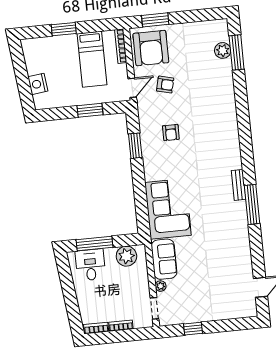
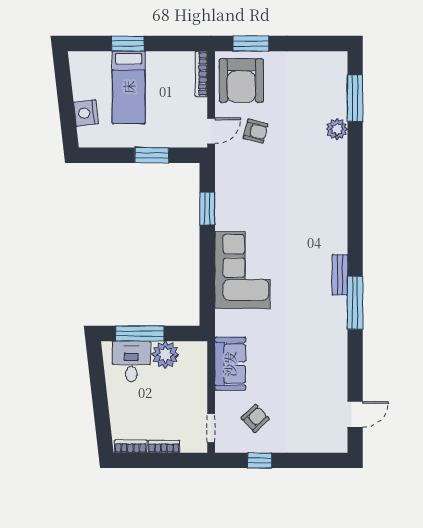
plant: (223, 50) -> (337, 129), moved
bed: (92, 59) -> (129, 87), moved
armchair: (171, 133) -> (255, 418), moved, turned -133
corner sofa: (168, 209) -> (242, 270), moved
plant: (126, 256) -> (165, 355), moved
plant: (161, 286) -> (222, 399), removed

